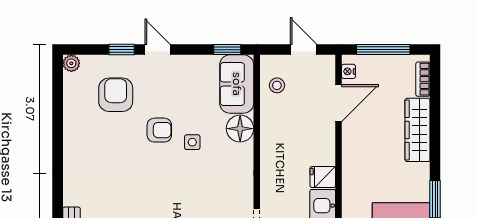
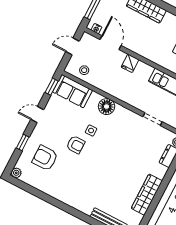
door: (157, 50) -> (37, 115), moved
floor lamp: (240, 129) -> (107, 107), moved
armchair: (159, 130) -> (76, 145), turned 90
fridge: (323, 177) -> (130, 63), moved

